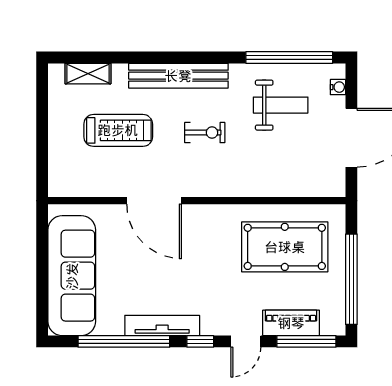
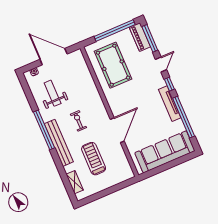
window: (289, 57) -> (44, 130), moved
piano: (291, 323) -> (140, 37), moved
door: (246, 341) -> (161, 64), hinge flipped

